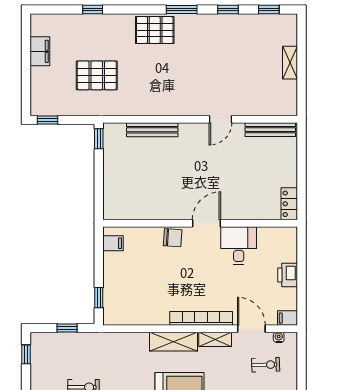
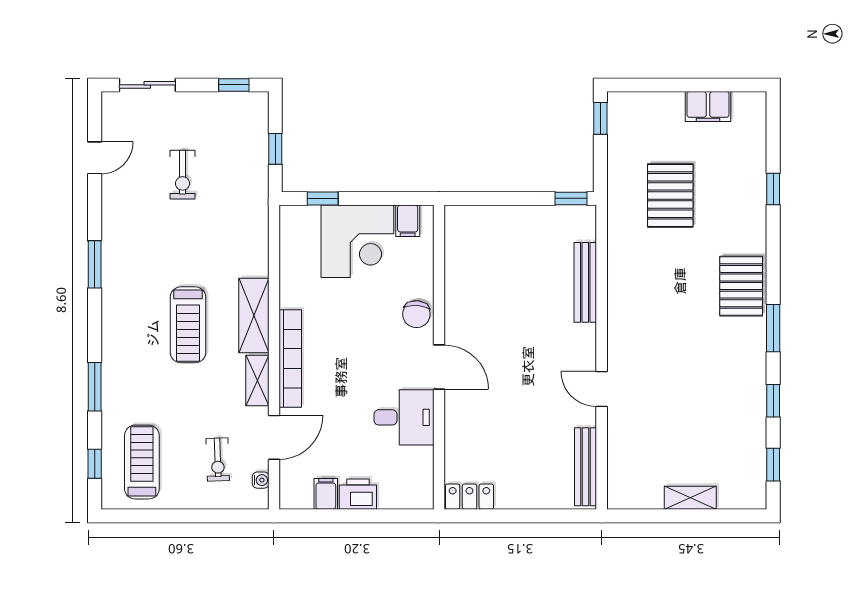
corner desk: (126, 275) -> (357, 241), added
filing cabinet: (288, 318) -> (326, 494), moved

